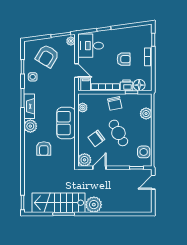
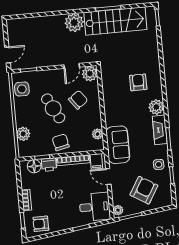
armchair: (124, 59) -> (41, 224), moved
sofa: (66, 123) -> (118, 145), moved

